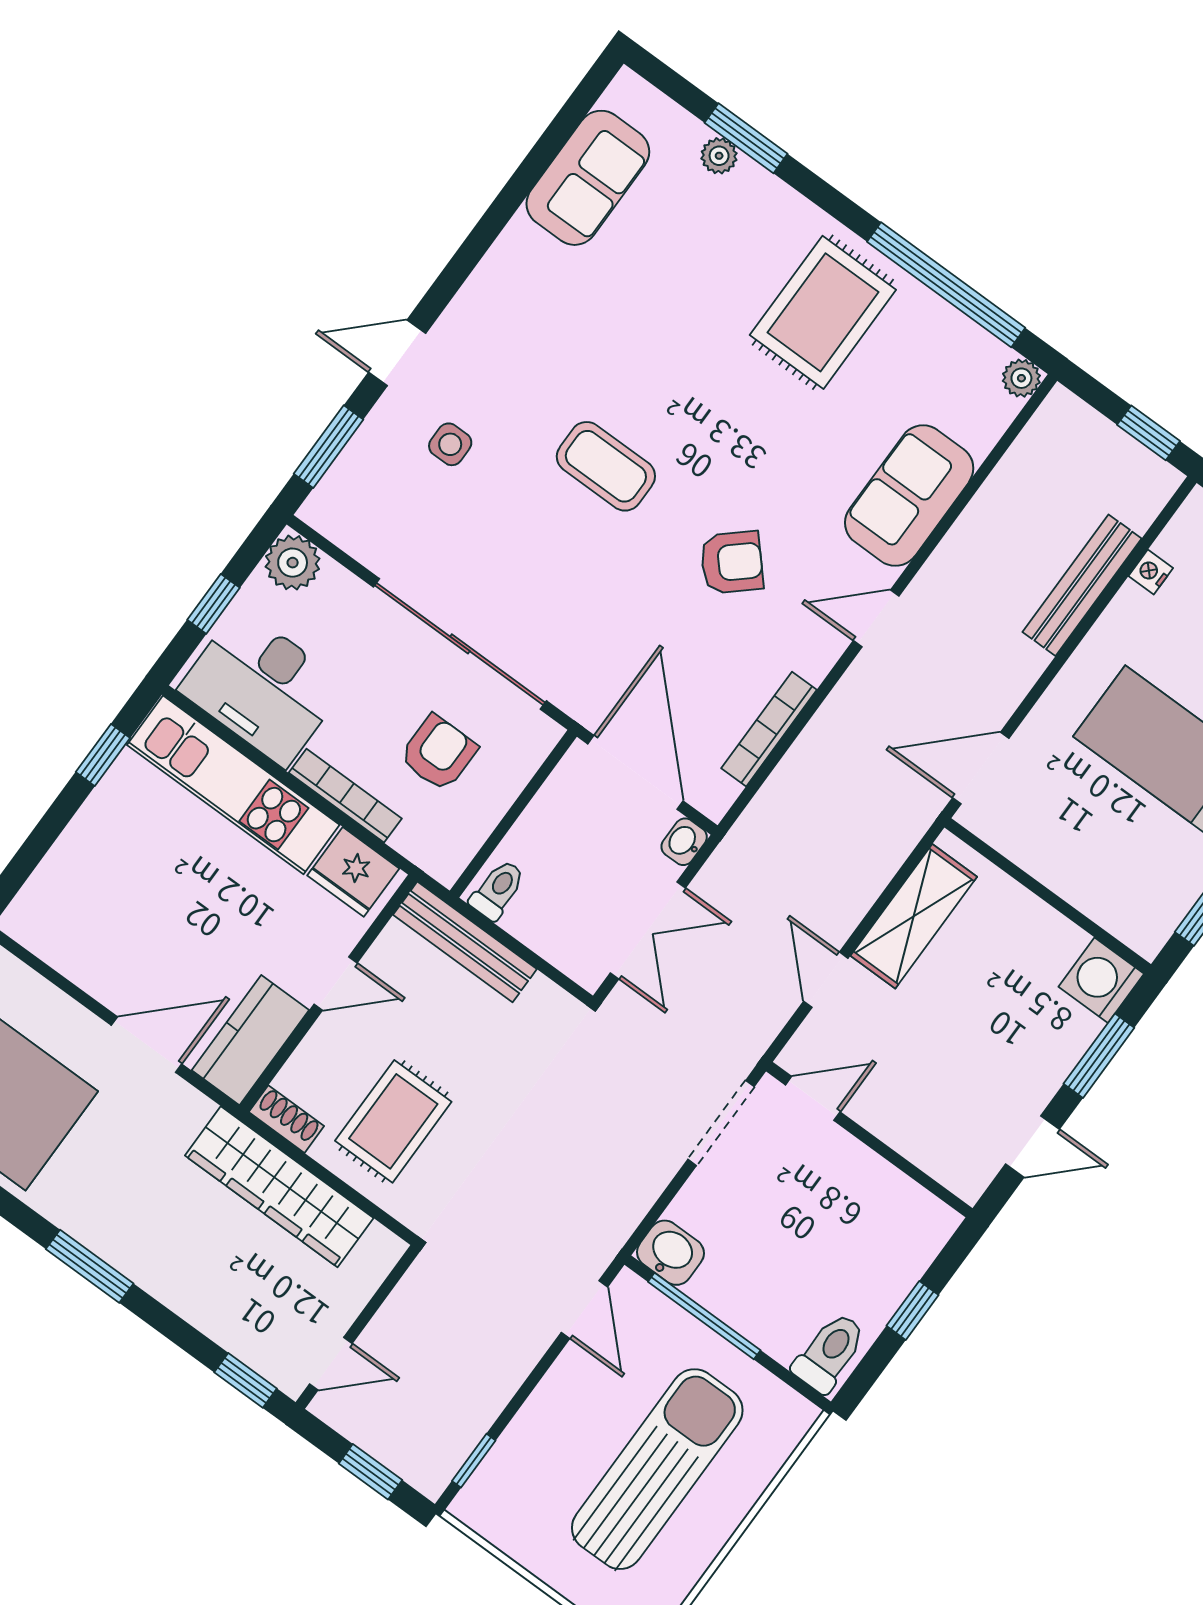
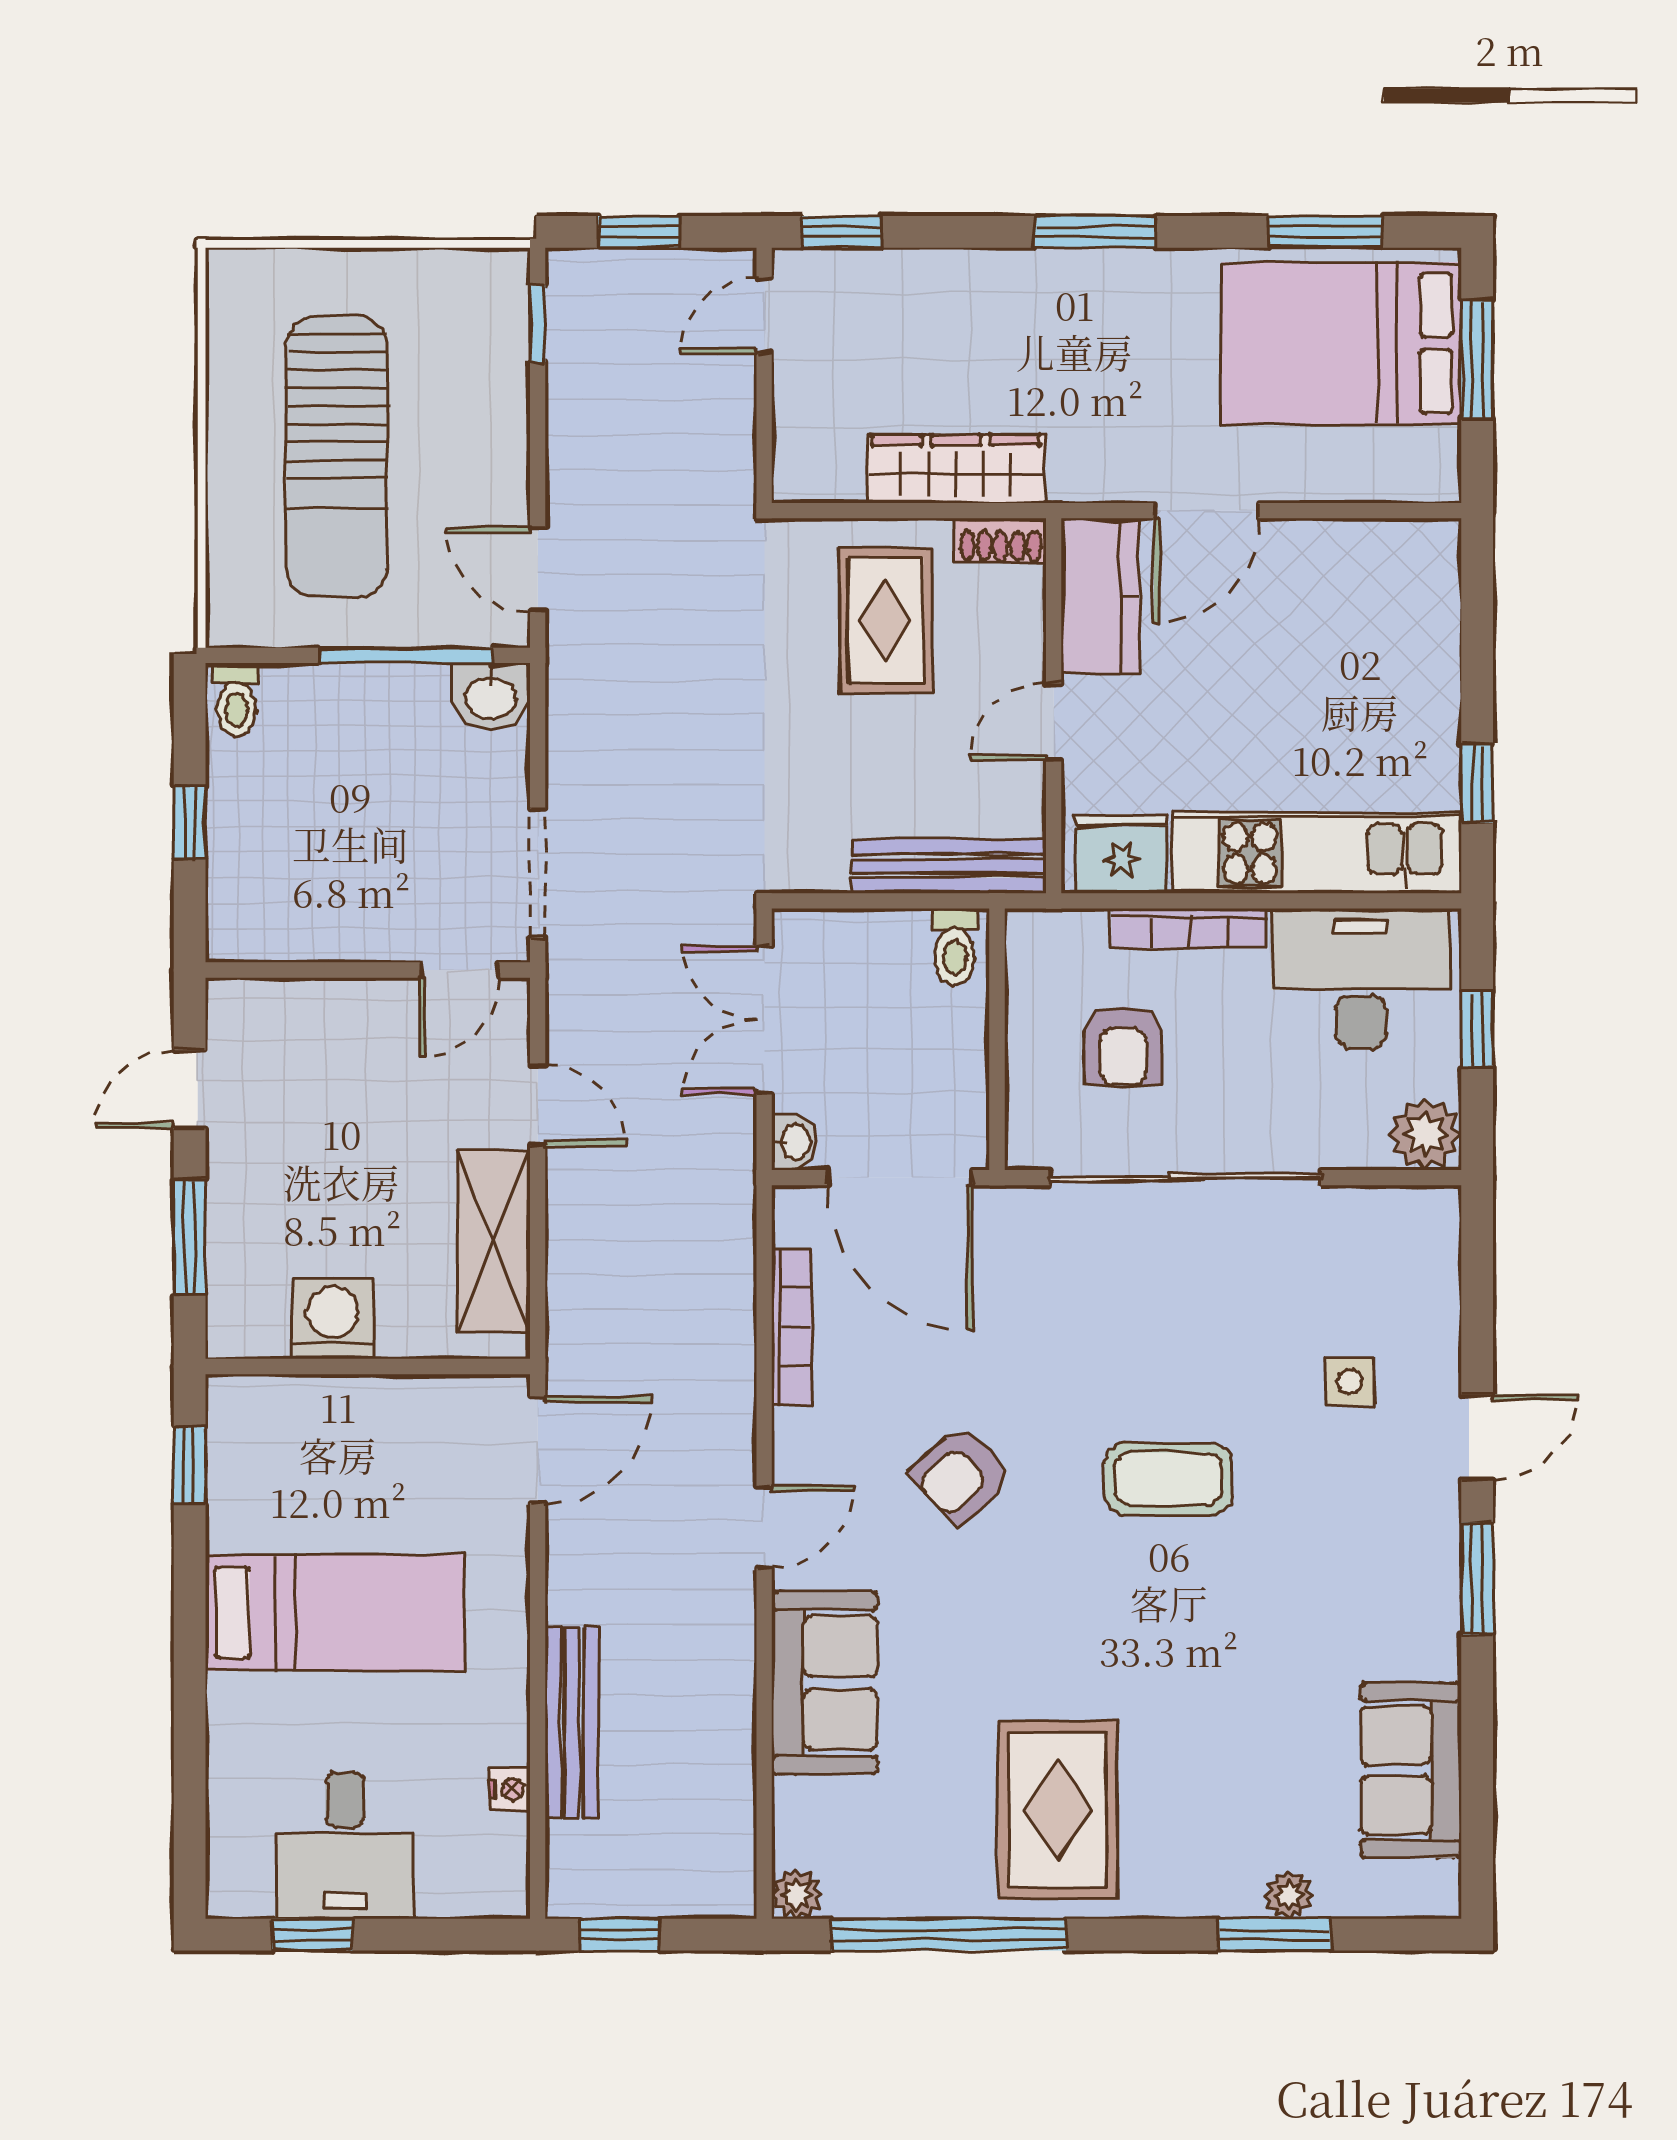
window: (329, 447) -> (1477, 1579), moved
washing machine: (1101, 980) -> (333, 1319), moved, turned -90
wardrobe: (279, 1187) -> (956, 469), width x0.71, depth x0.85
toilet: (830, 1353) -> (236, 700), width x0.73, depth x0.72

